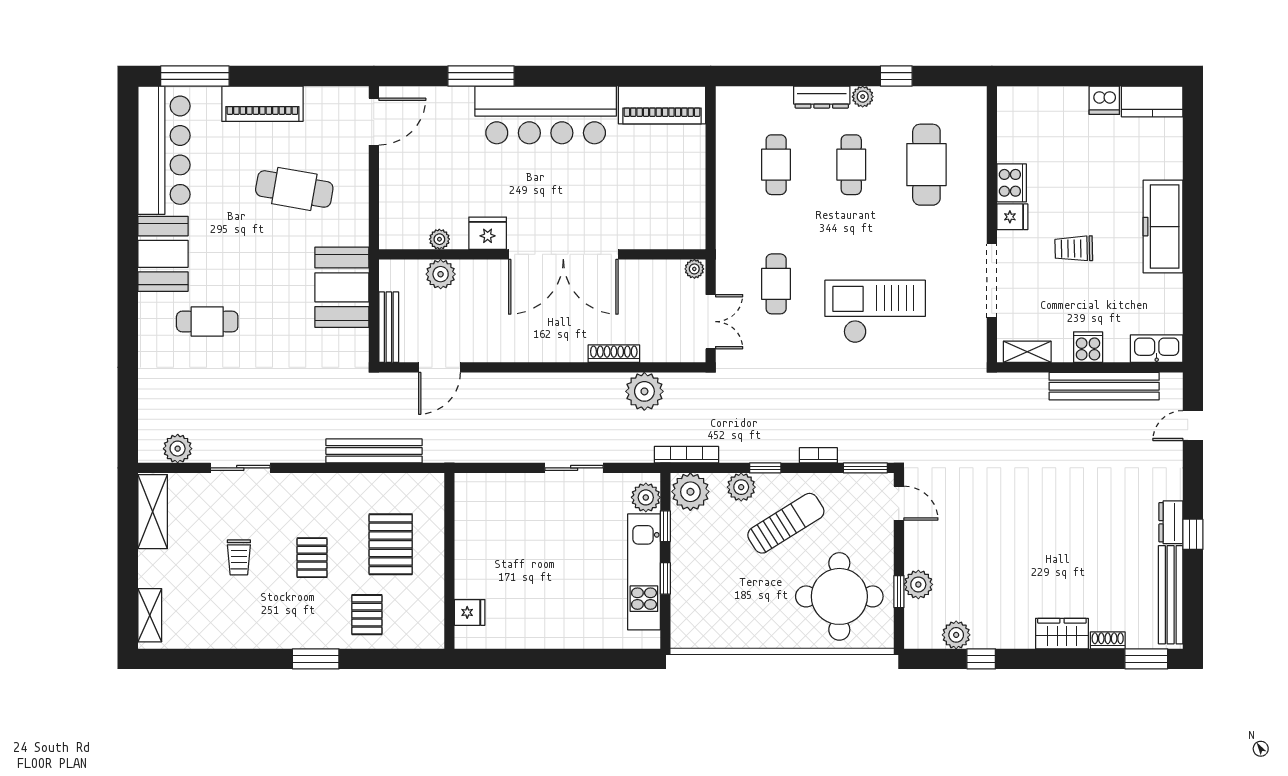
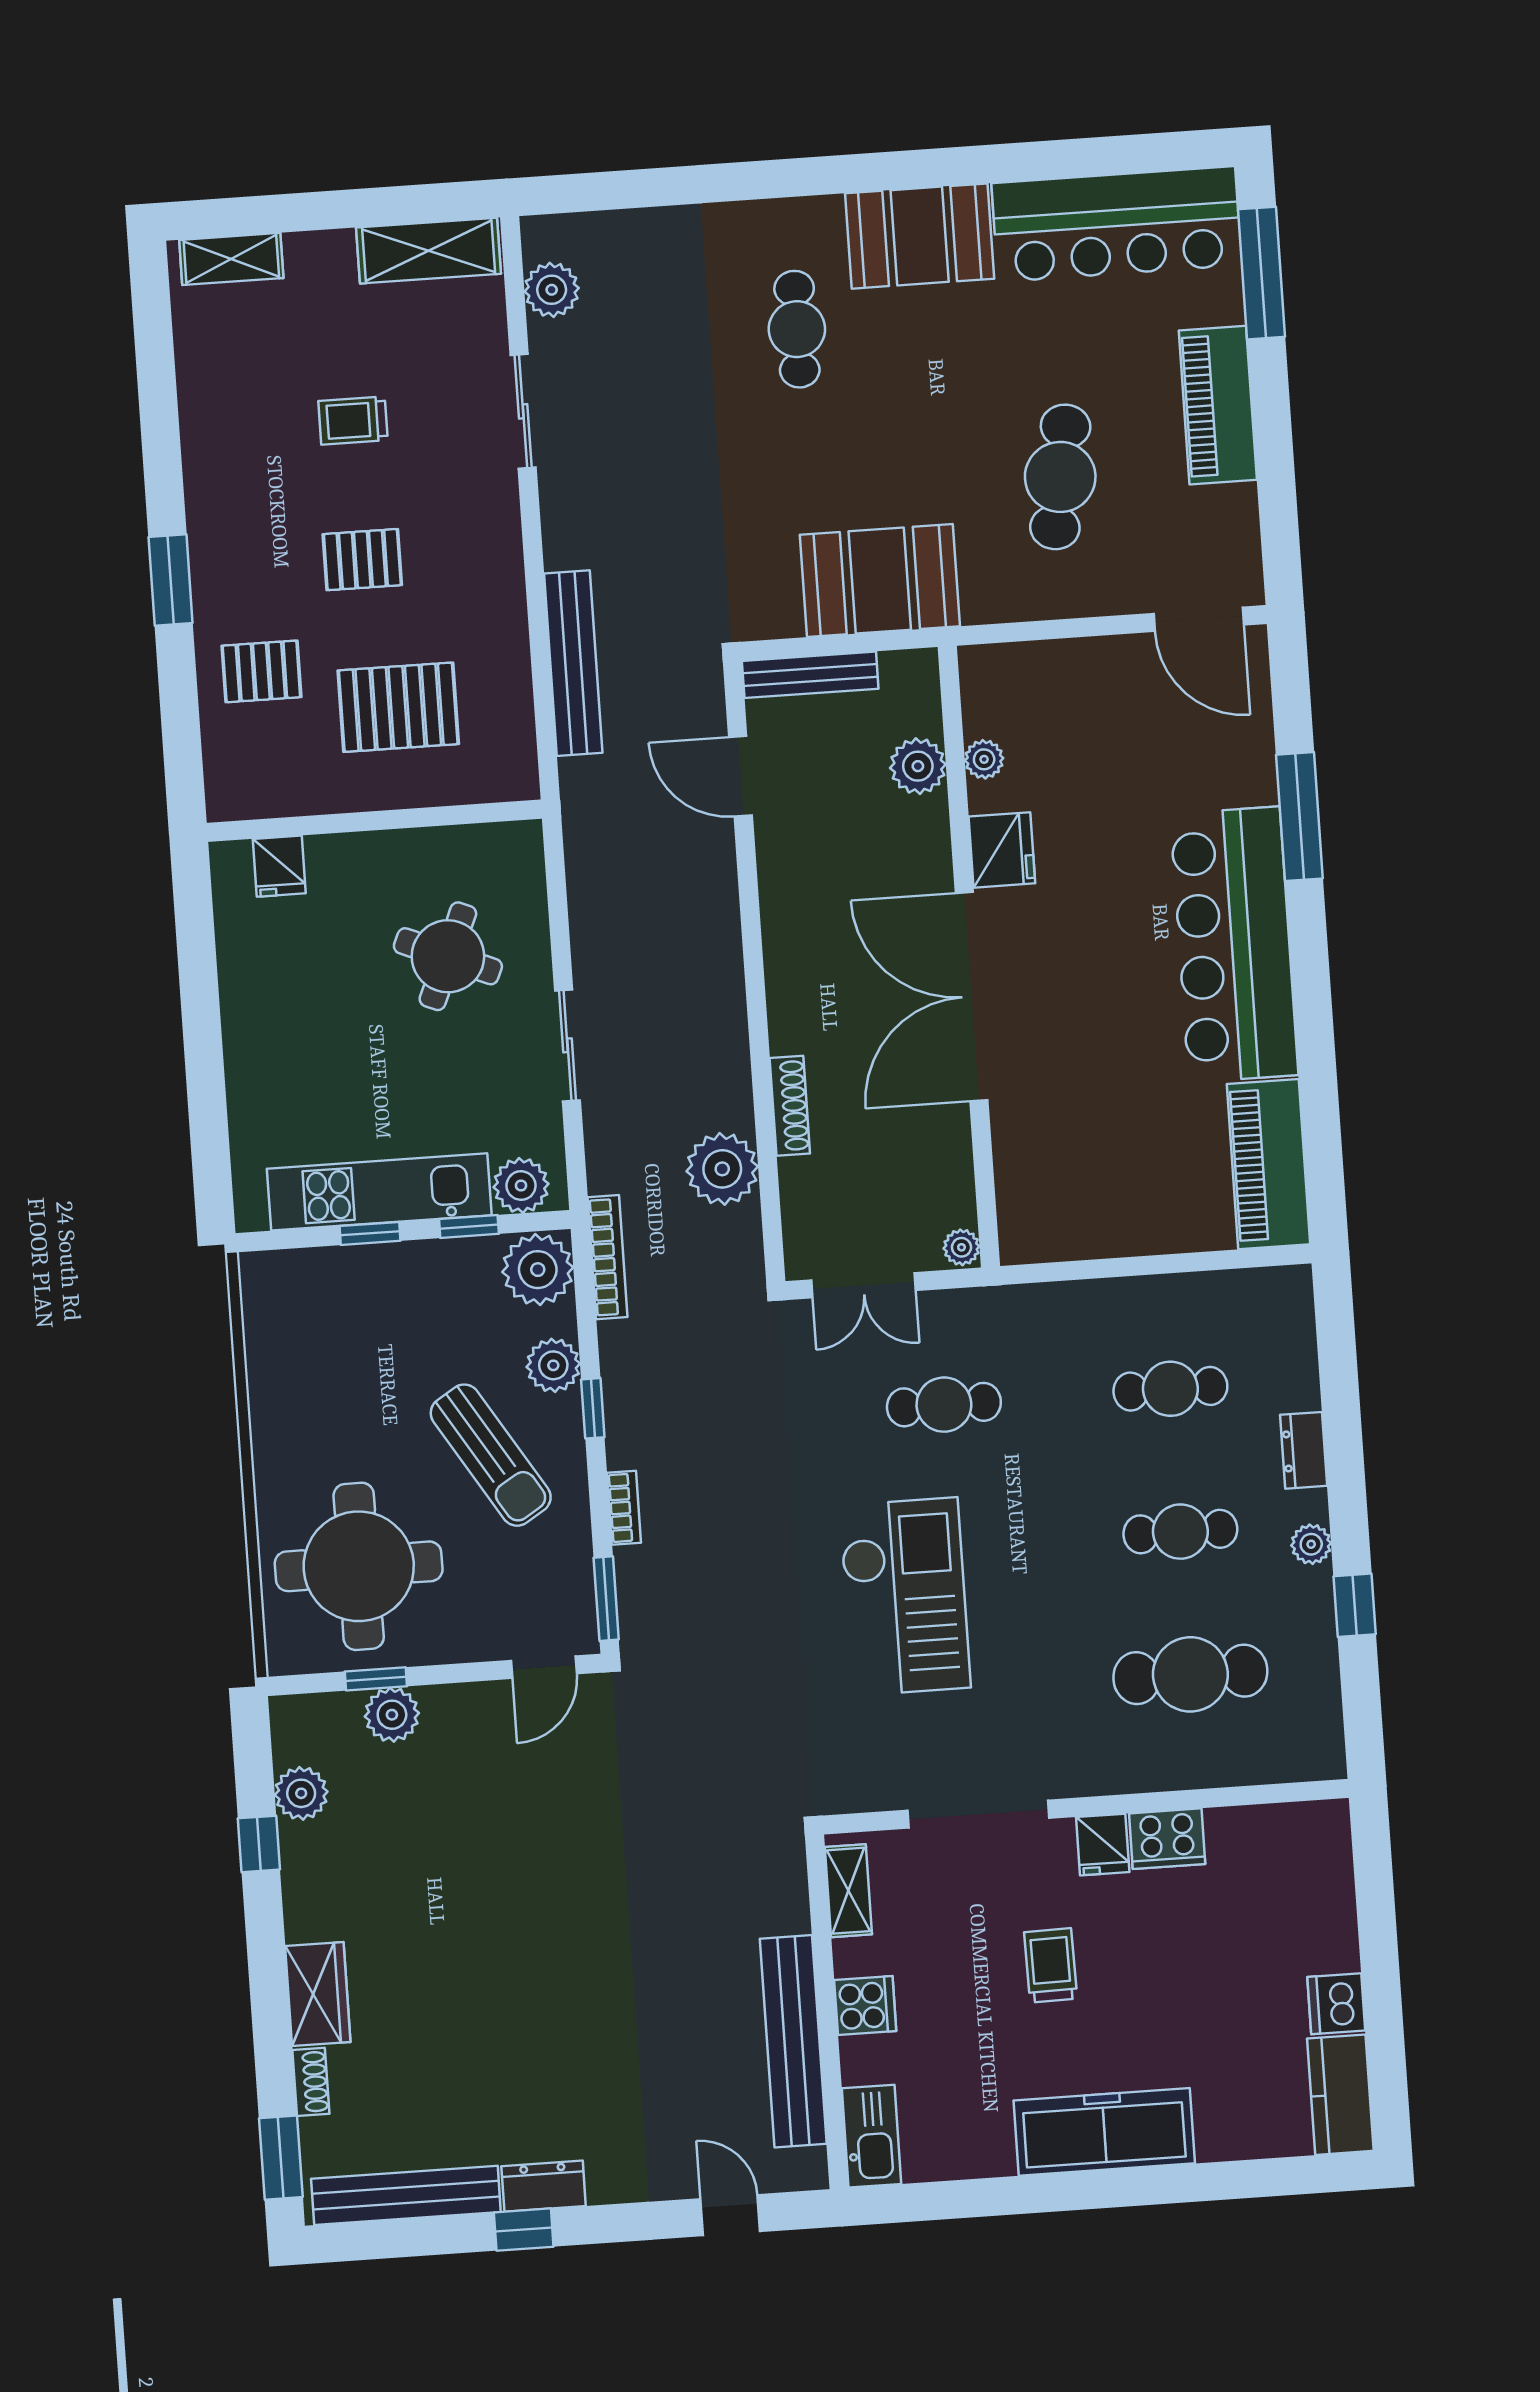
dresser: (822, 97) -> (1304, 1450), width x0.70
round table: (523, 527) -> (448, 956), added

